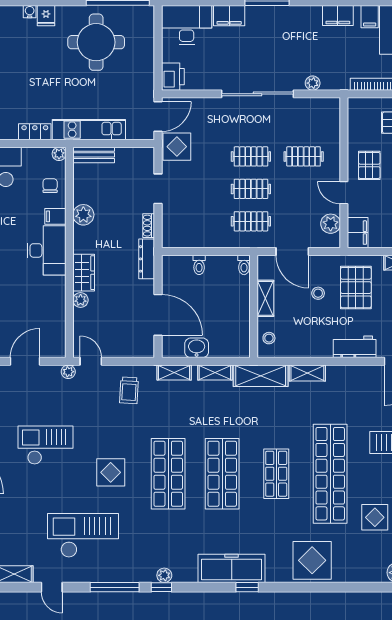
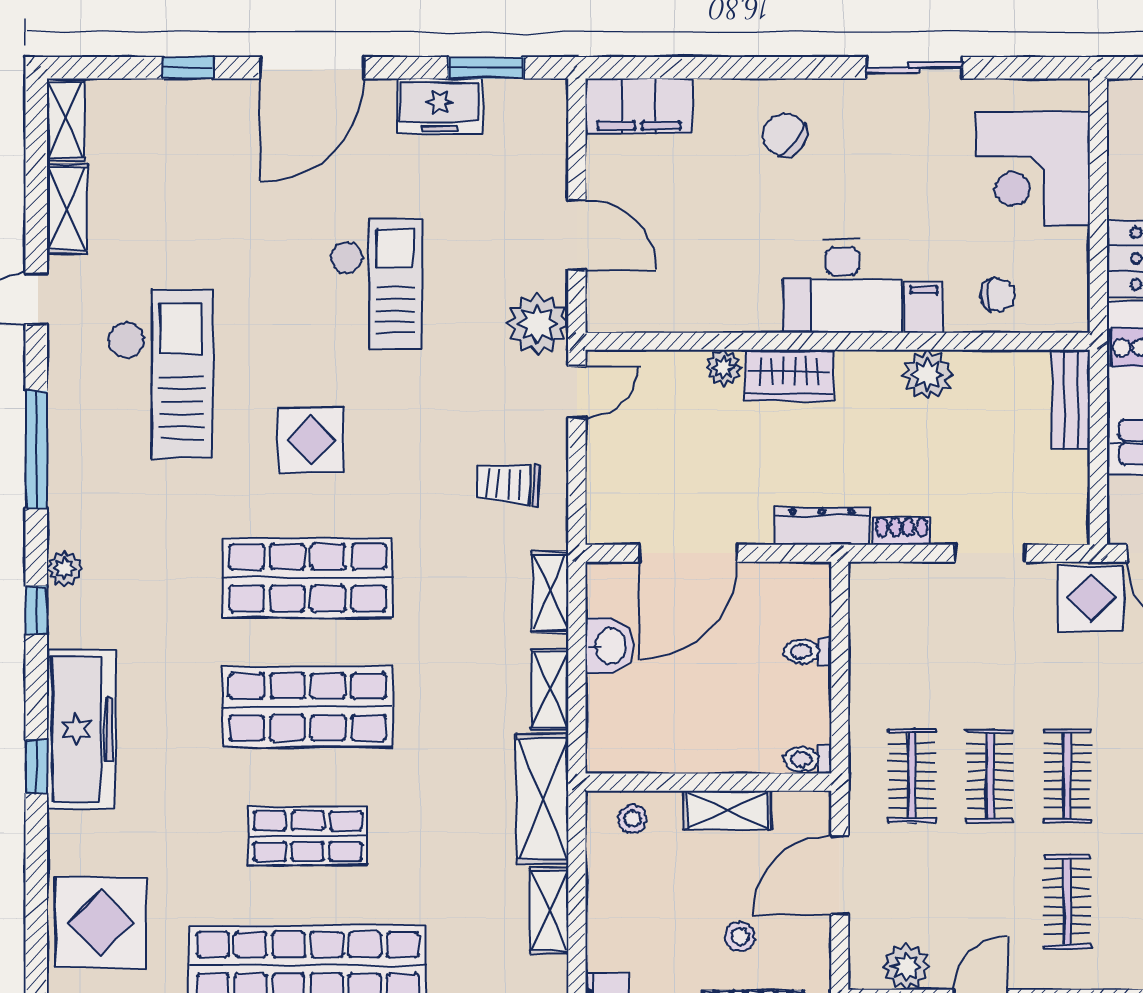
plant: (59, 154) -> (1074, 316), removed
plant: (68, 372) -> (537, 324), width x1.87, depth x1.87
window: (161, 587) -> (36, 610), moved

